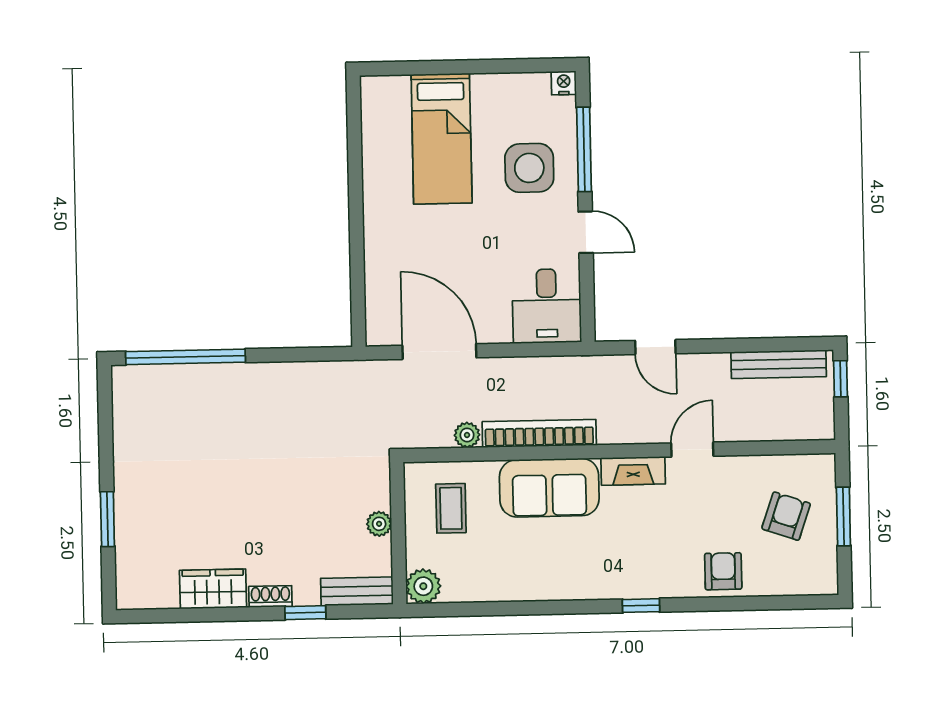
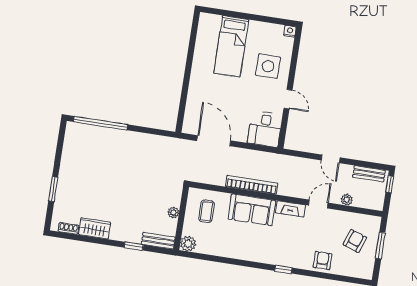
window: (584, 149) -> (294, 62), removed
door: (655, 347) -> (331, 159), moved
bench: (779, 364) -> (369, 174), width x0.73
plant: (467, 435) -> (347, 200), moved
shoe rack: (270, 596) -> (68, 228), moved

